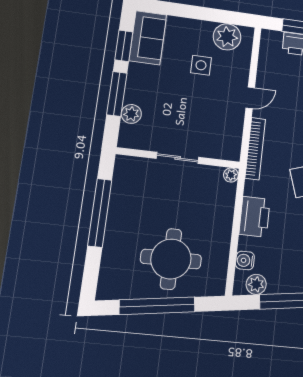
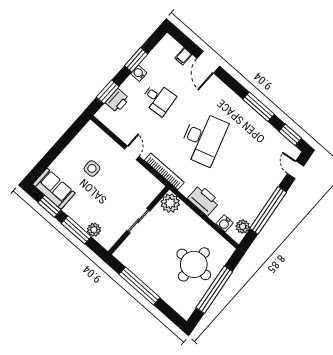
plant: (227, 37) -> (85, 140), removed
plant: (231, 175) -> (170, 203), width x1.88, depth x1.88

